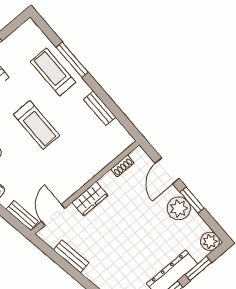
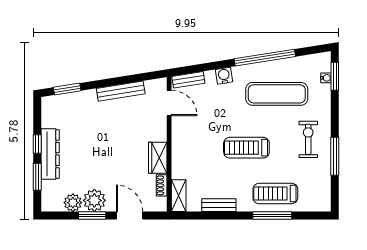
treadmill: (53, 72) -> (275, 194), turned 180
shelving: (119, 146) -> (179, 196), added
wardrobe: (90, 199) -> (158, 158), moved
plant: (210, 241) -> (73, 203), moved
bench: (71, 256) -> (121, 91), width x1.36

